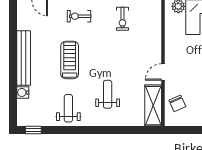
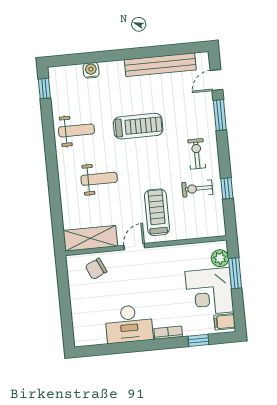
exercise bike: (79, 16) -> (197, 154), moved
treadmill: (138, 52) -> (157, 212), added
bench: (24, 58) -> (160, 65), moved
door: (163, 72) -> (134, 247), hinge flipped

